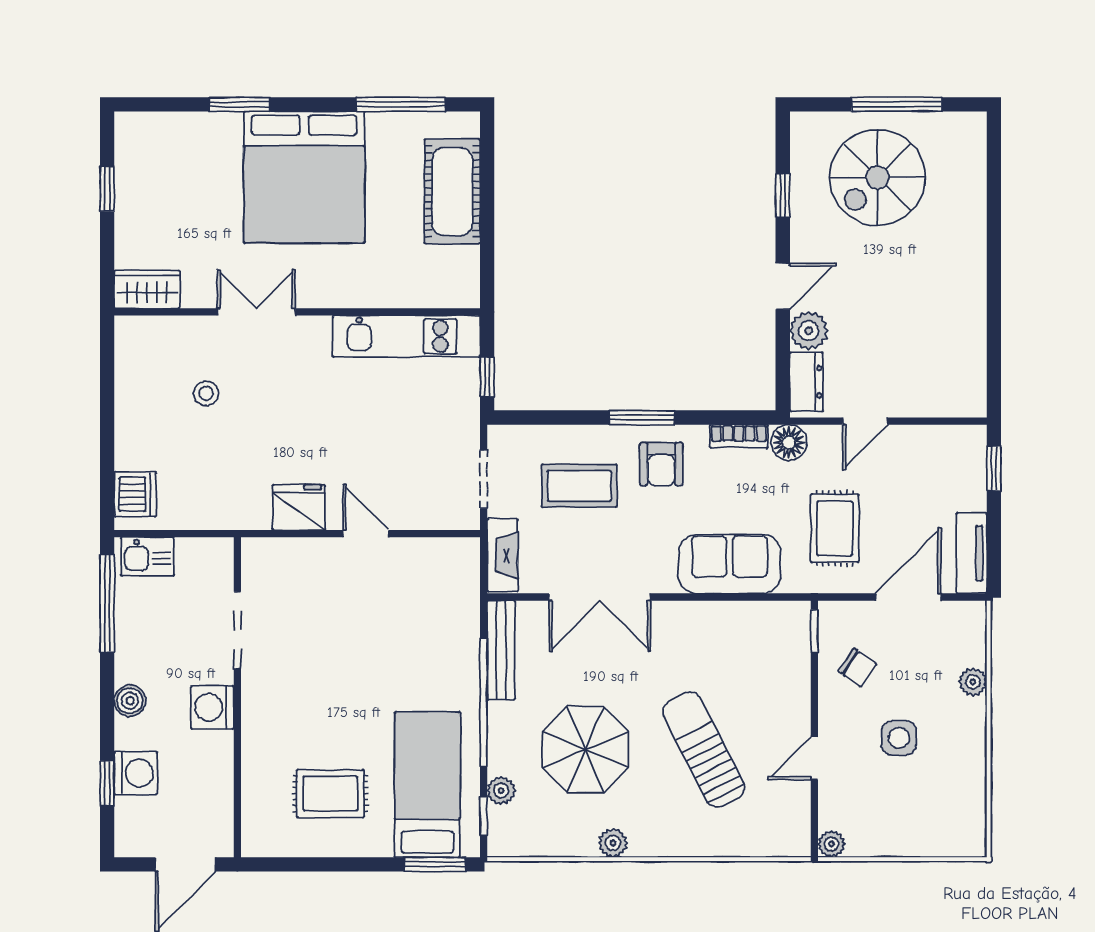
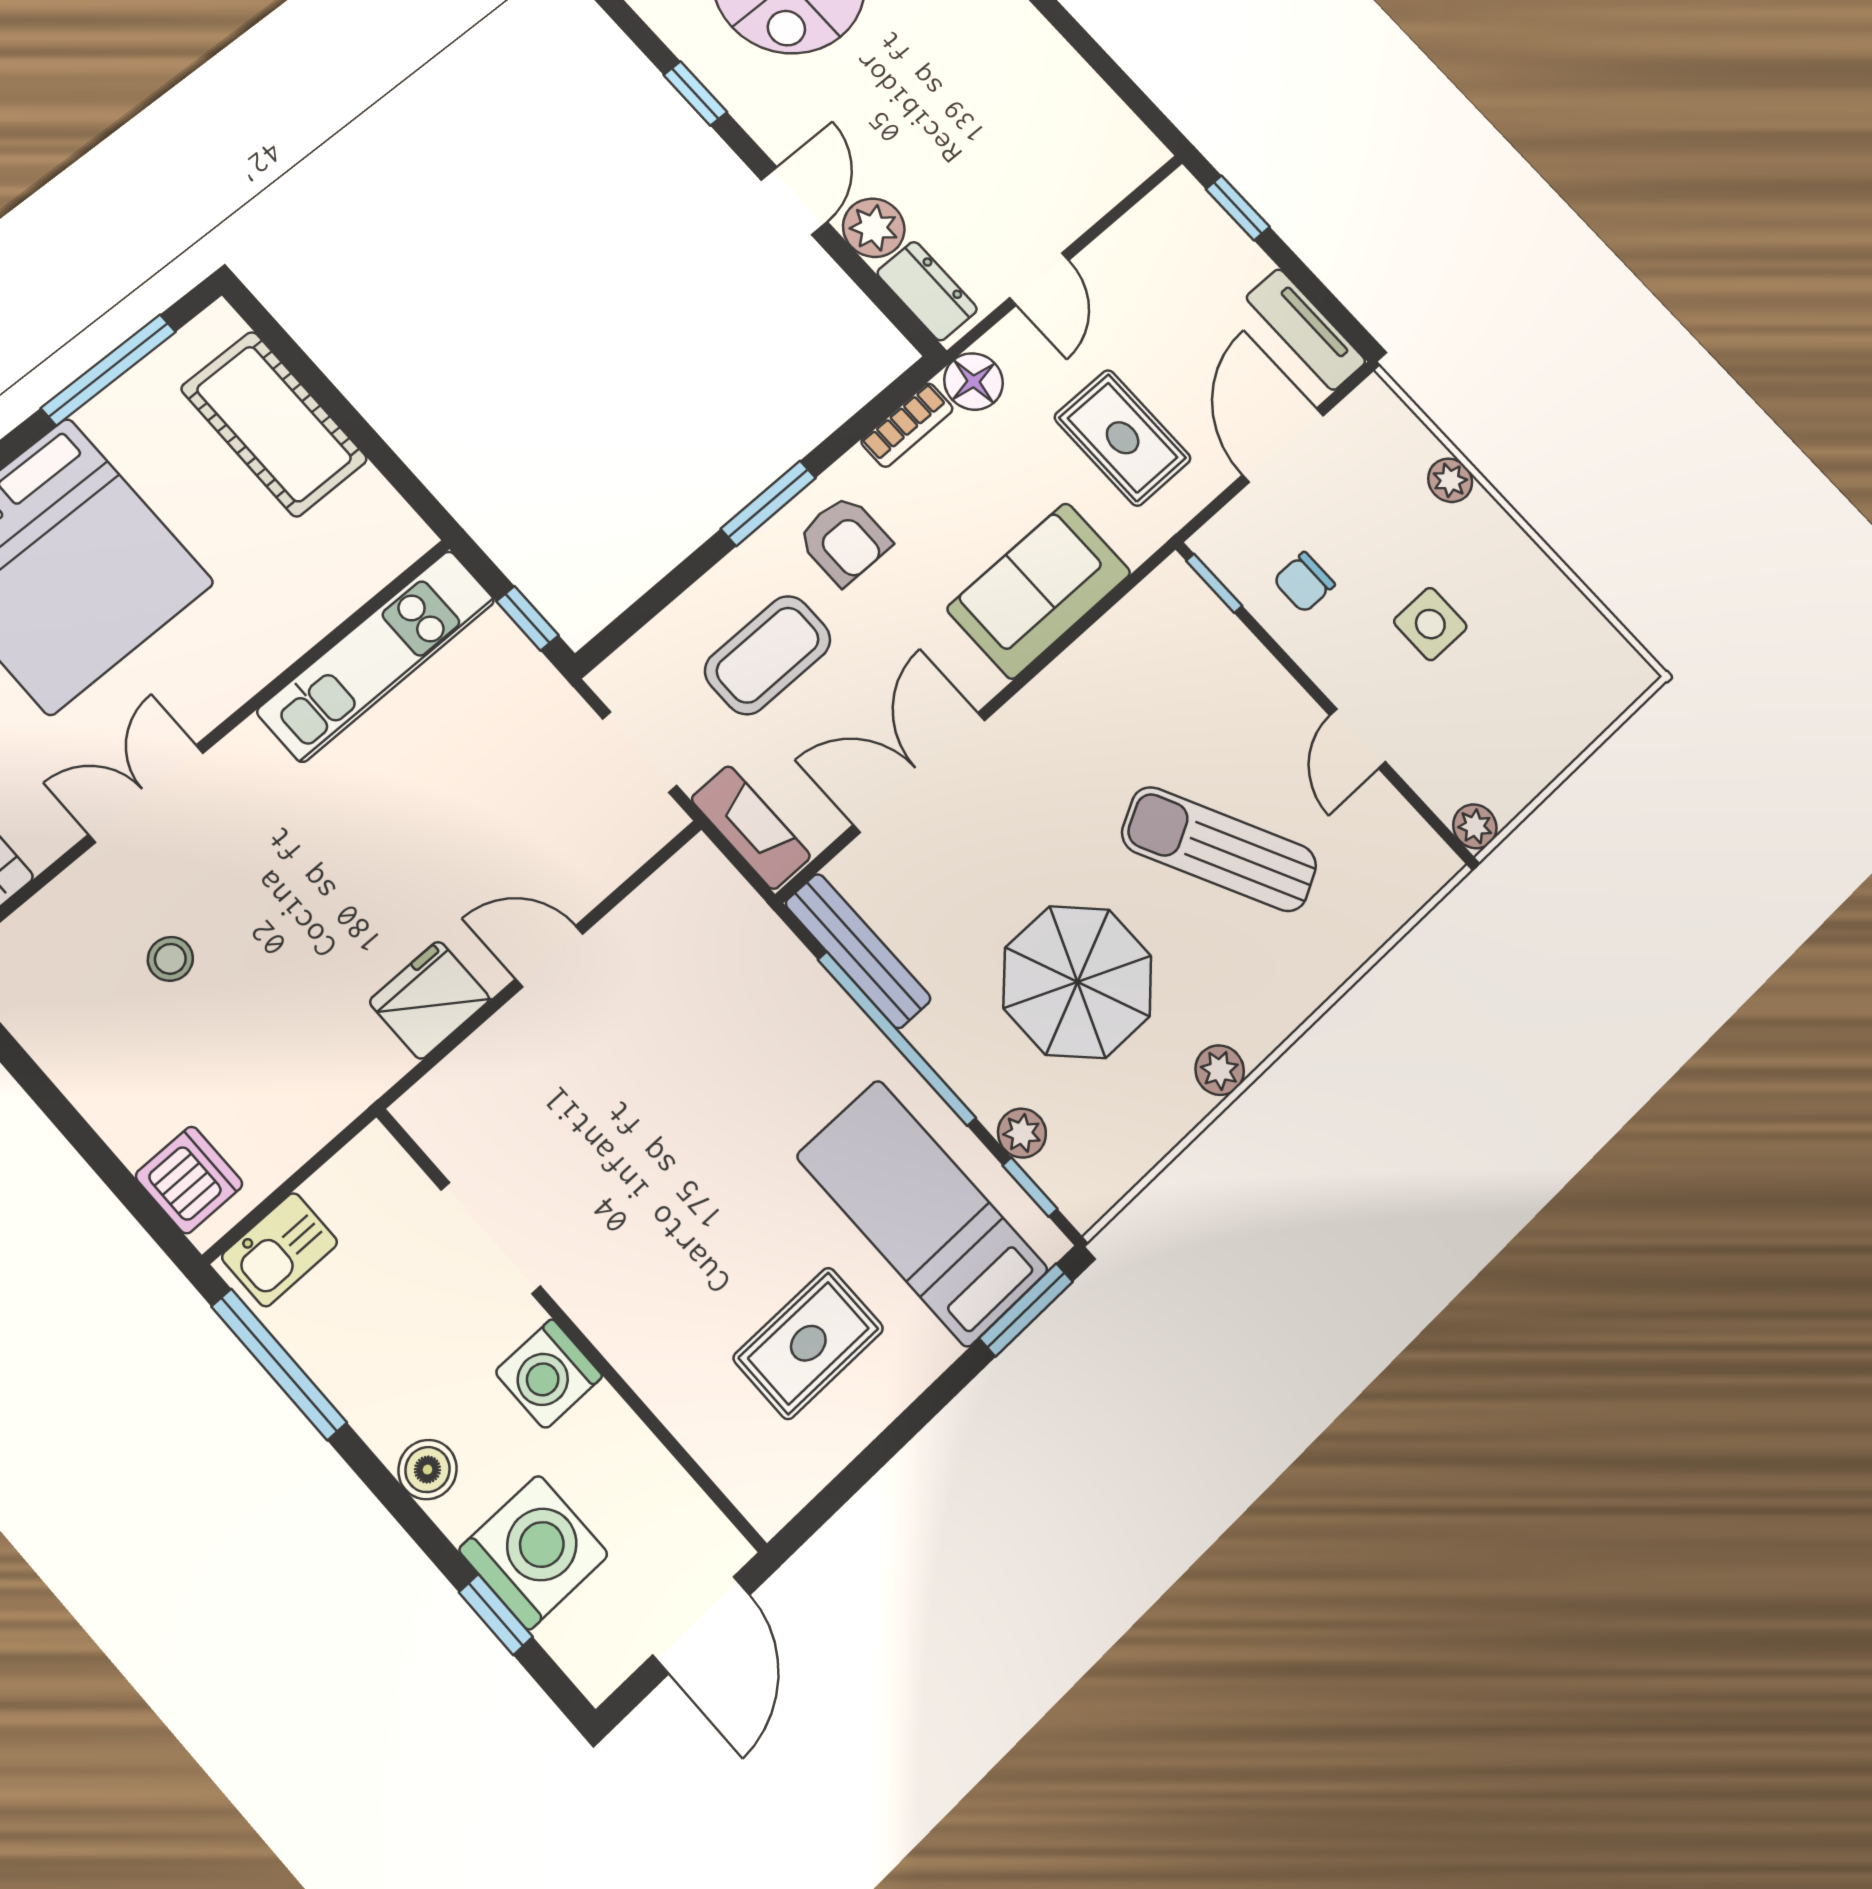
double door: (600, 597) -> (920, 772), swing flipped
chair: (857, 667) -> (1304, 582), turned 146
washing machine: (136, 773) -> (534, 1552), width x1.37, depth x1.37

